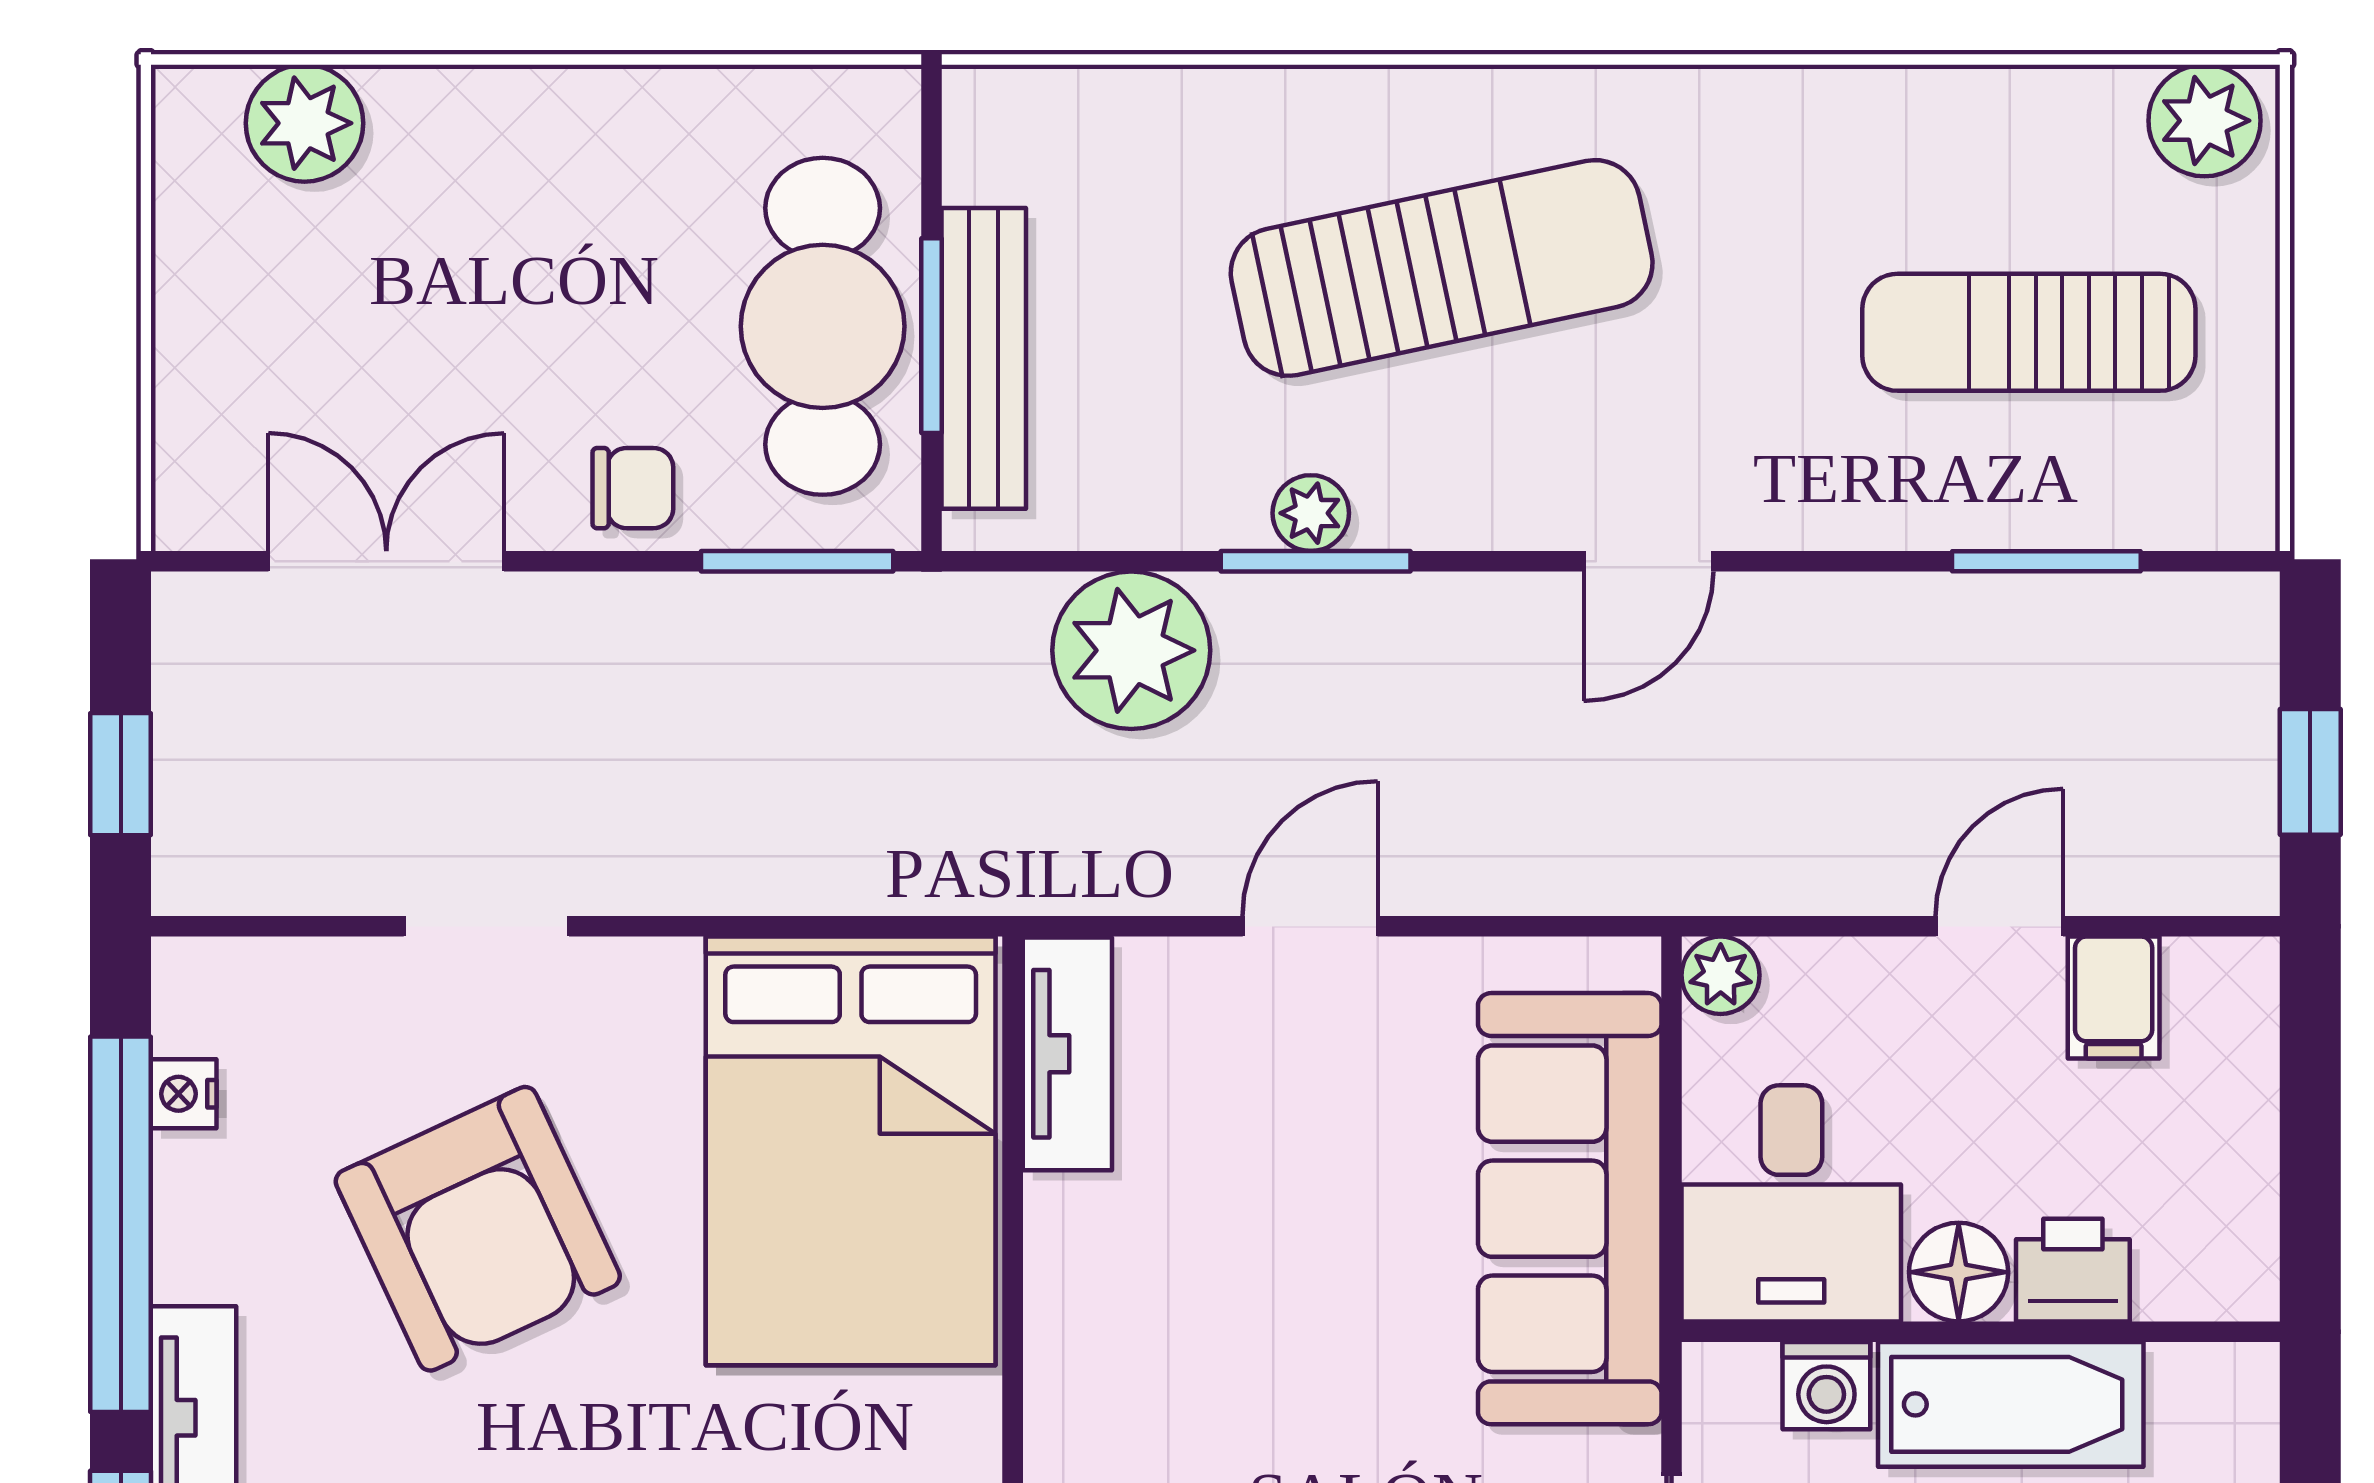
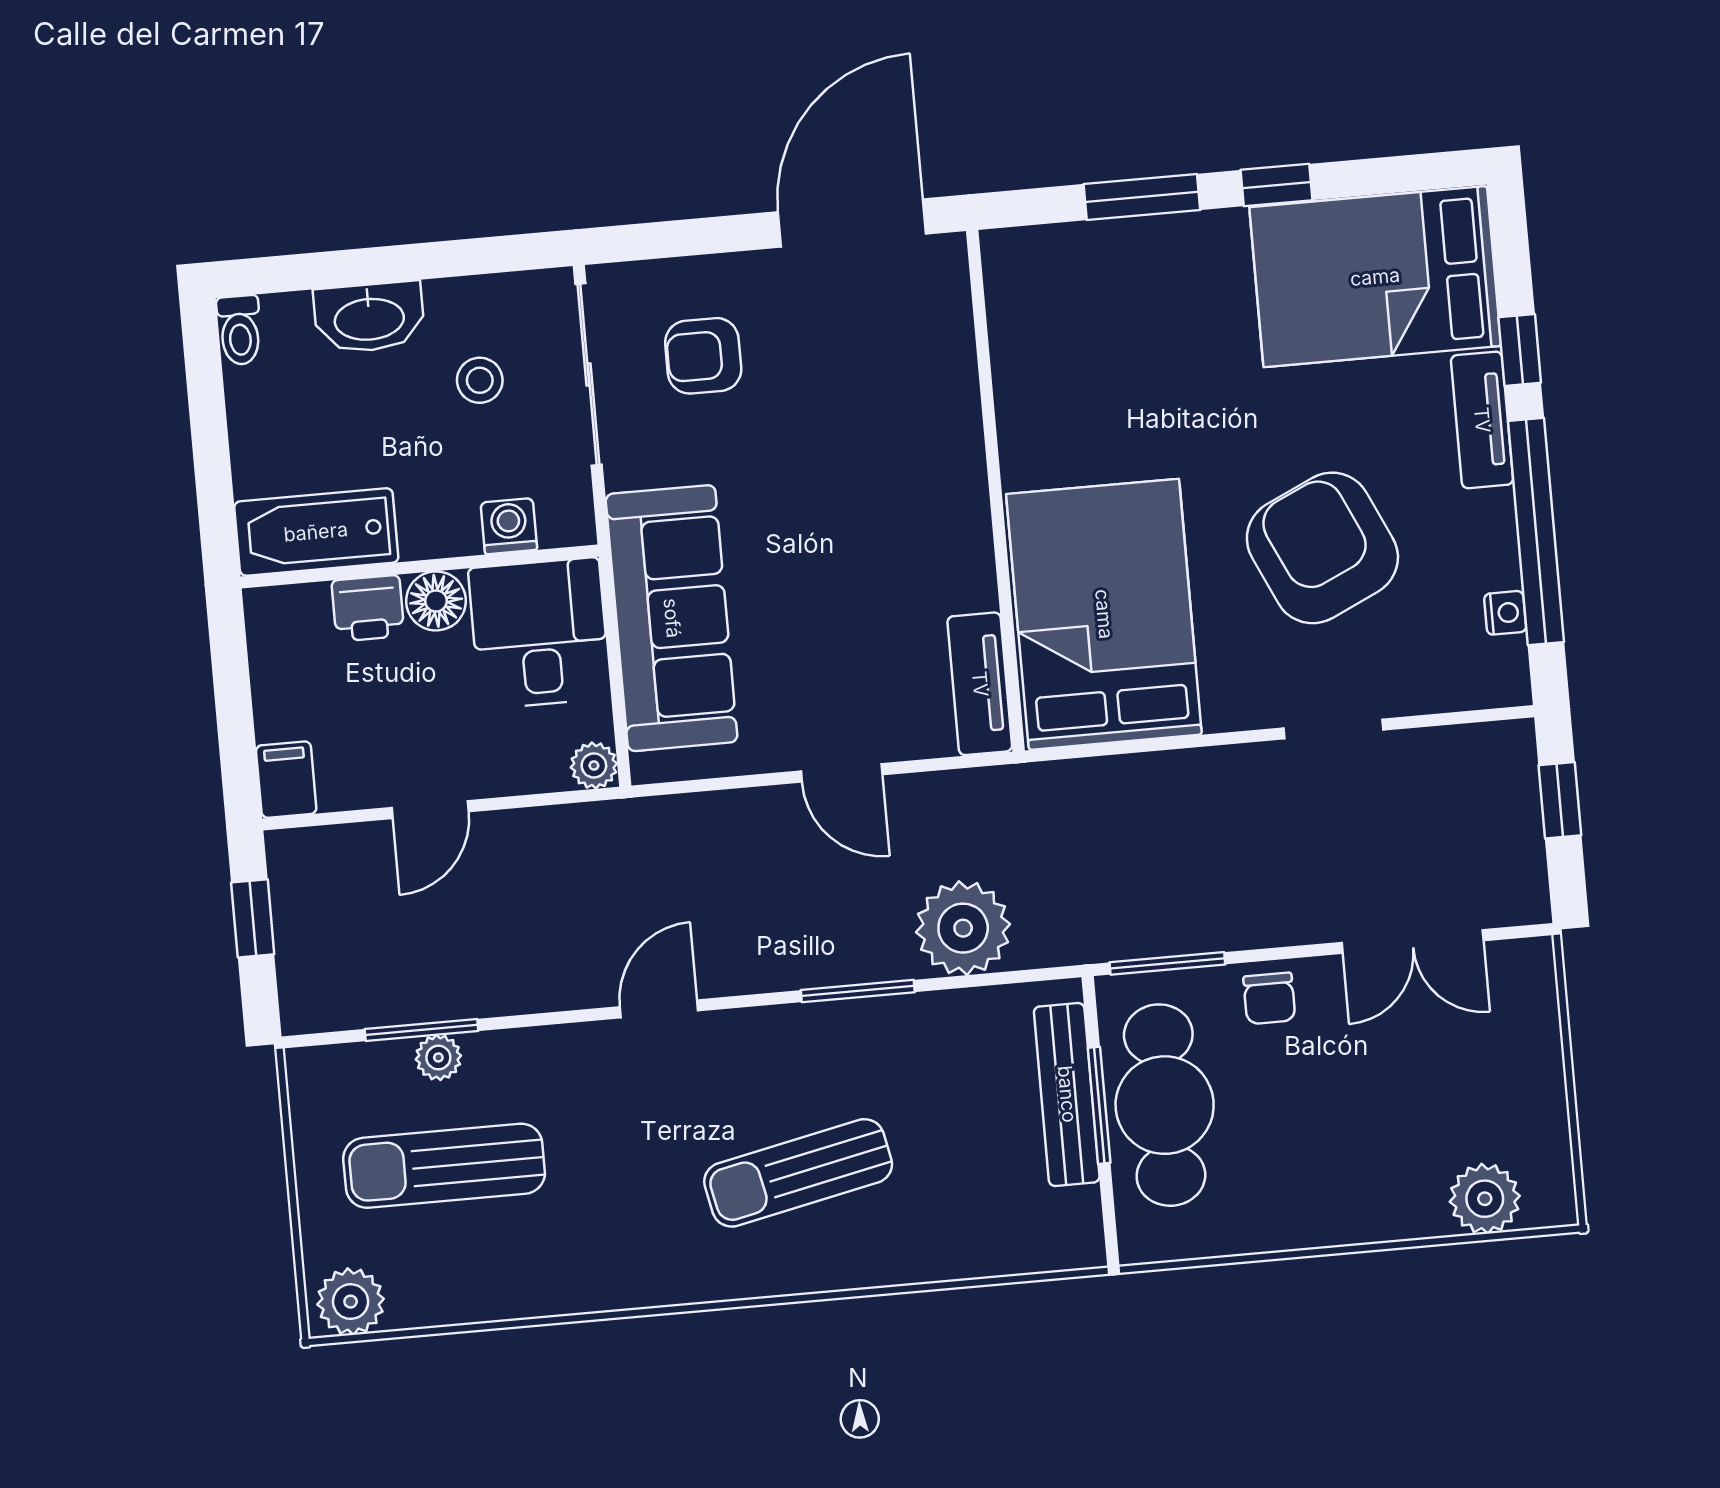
sun lounger: (1442, 268) -> (798, 1173), width x0.73, depth x0.75
sun lounger: (2029, 332) -> (444, 1166), turned 180
chair: (633, 488) -> (1269, 998), turned -90
plant: (1311, 513) -> (438, 1057), moved
door: (1310, 926) -> (842, 773), hinge flipped
filing cabinet: (2114, 997) -> (286, 780), moved
bathtub: (2011, 1404) -> (316, 532), moved

